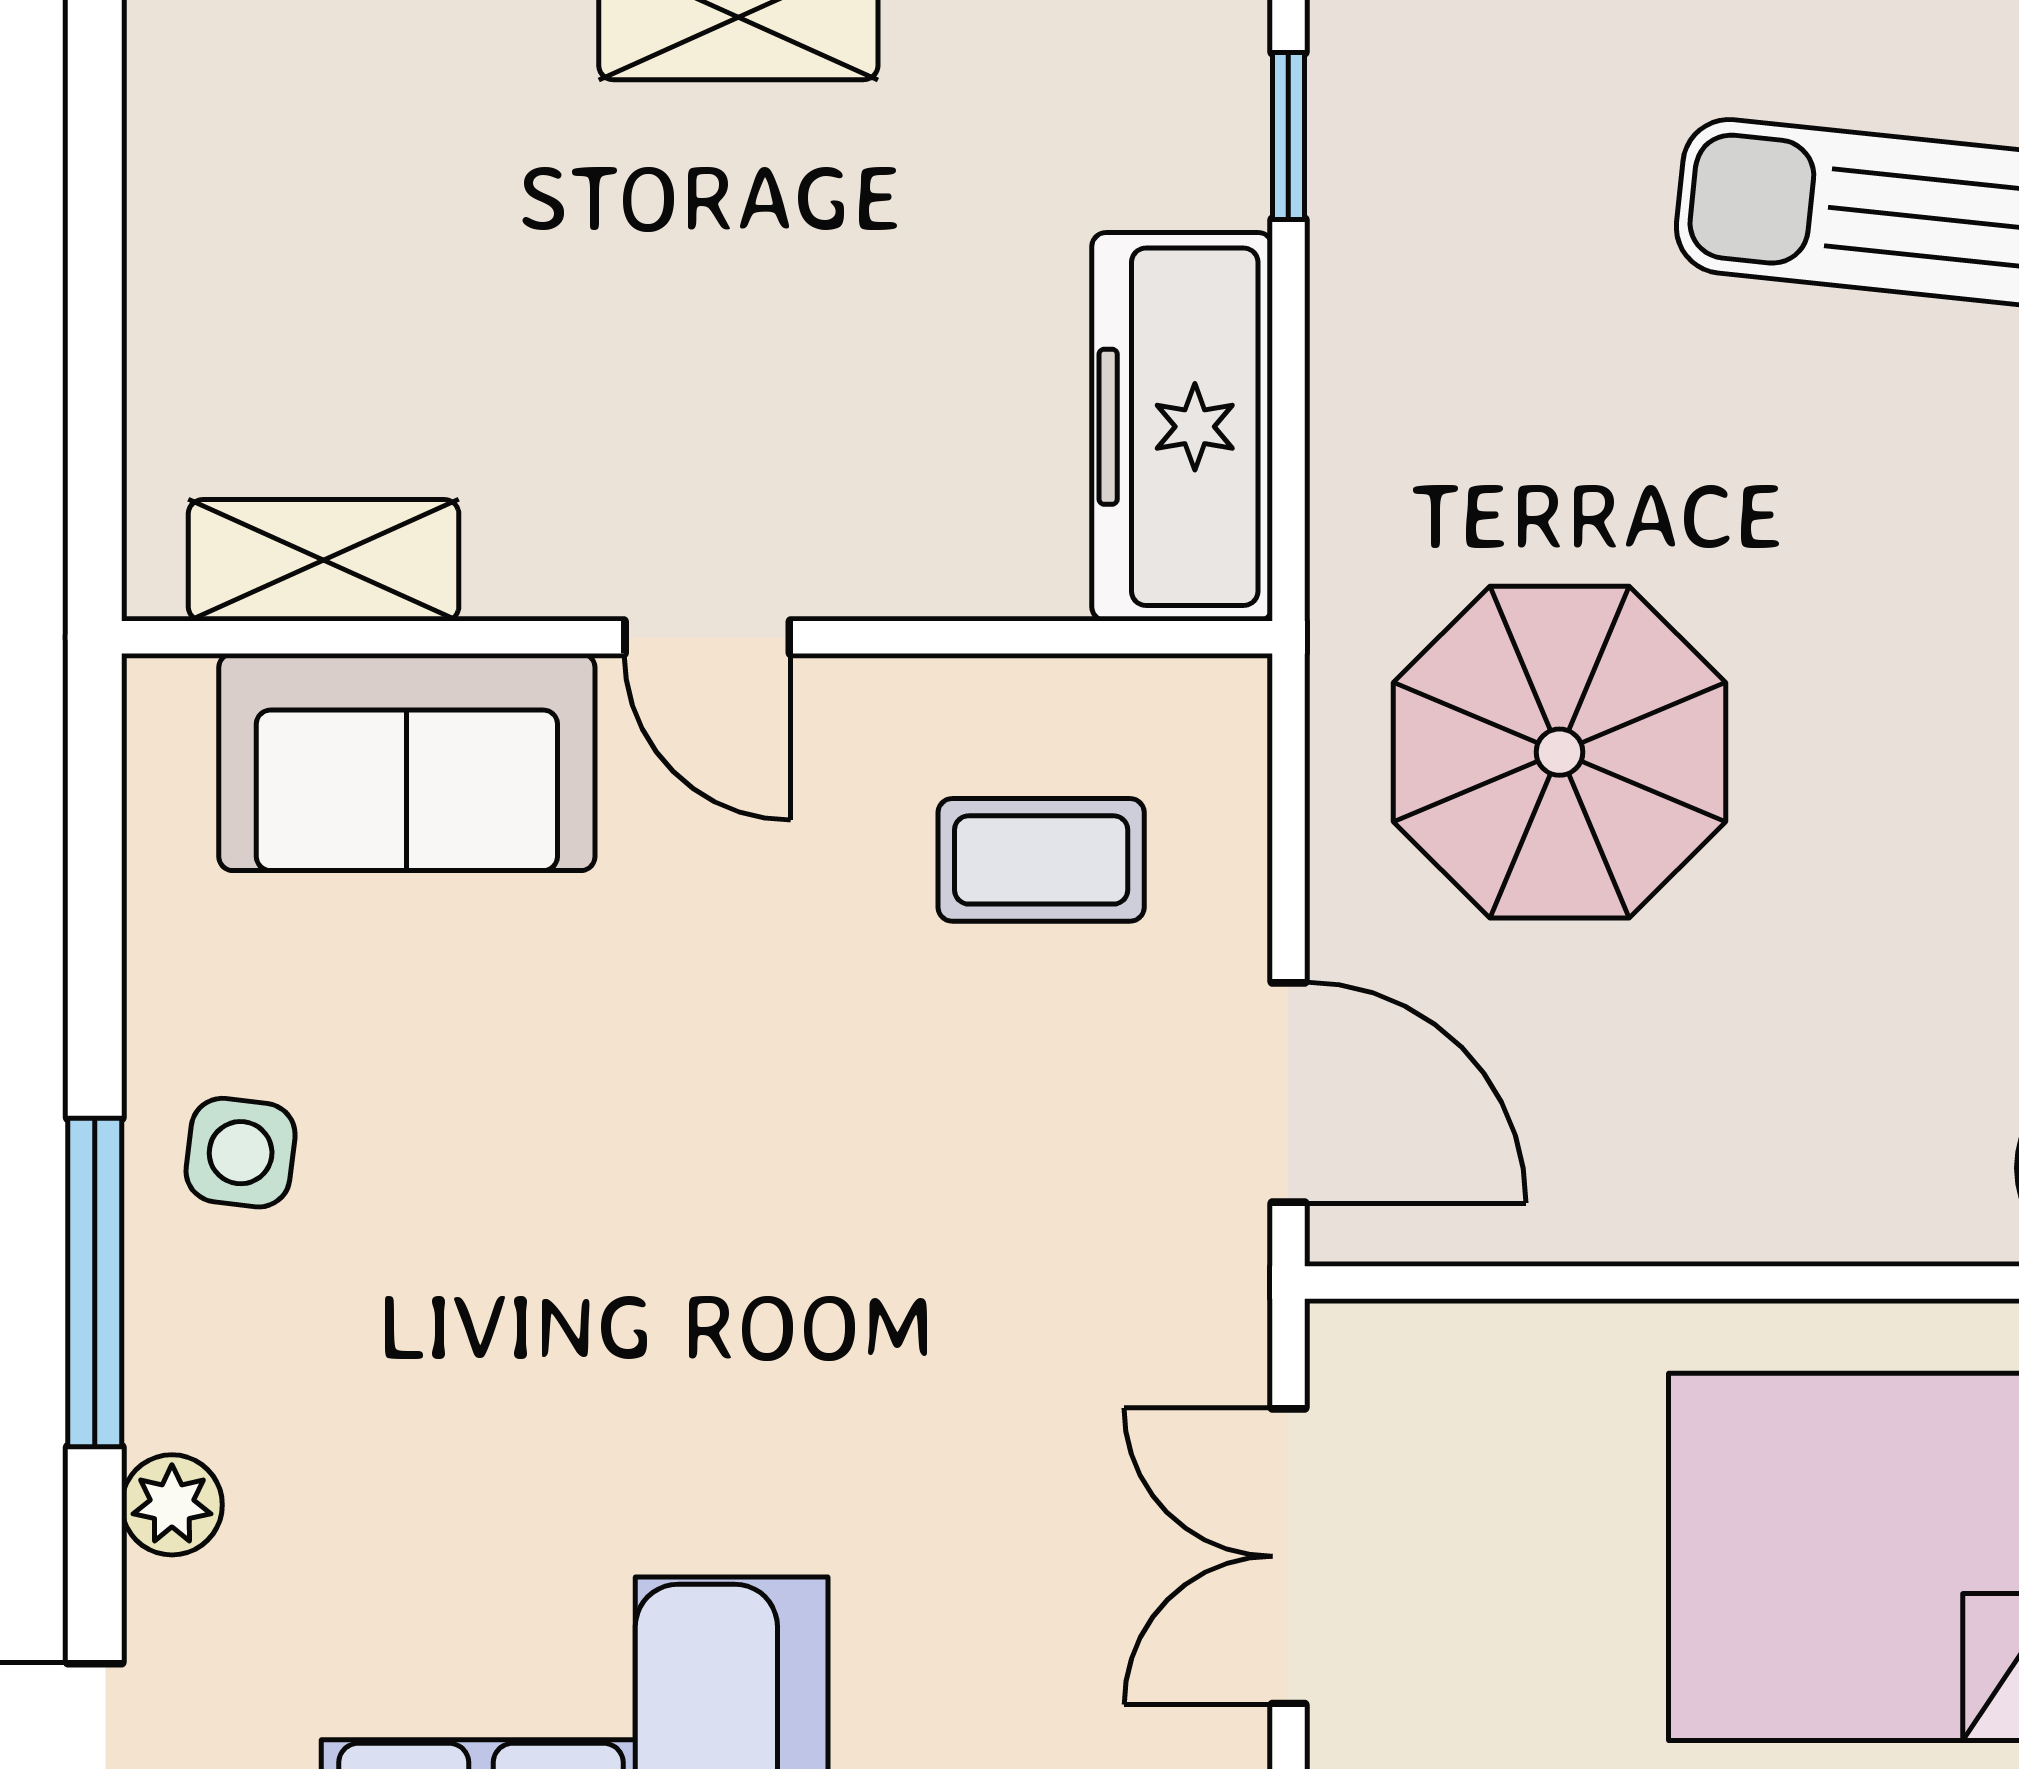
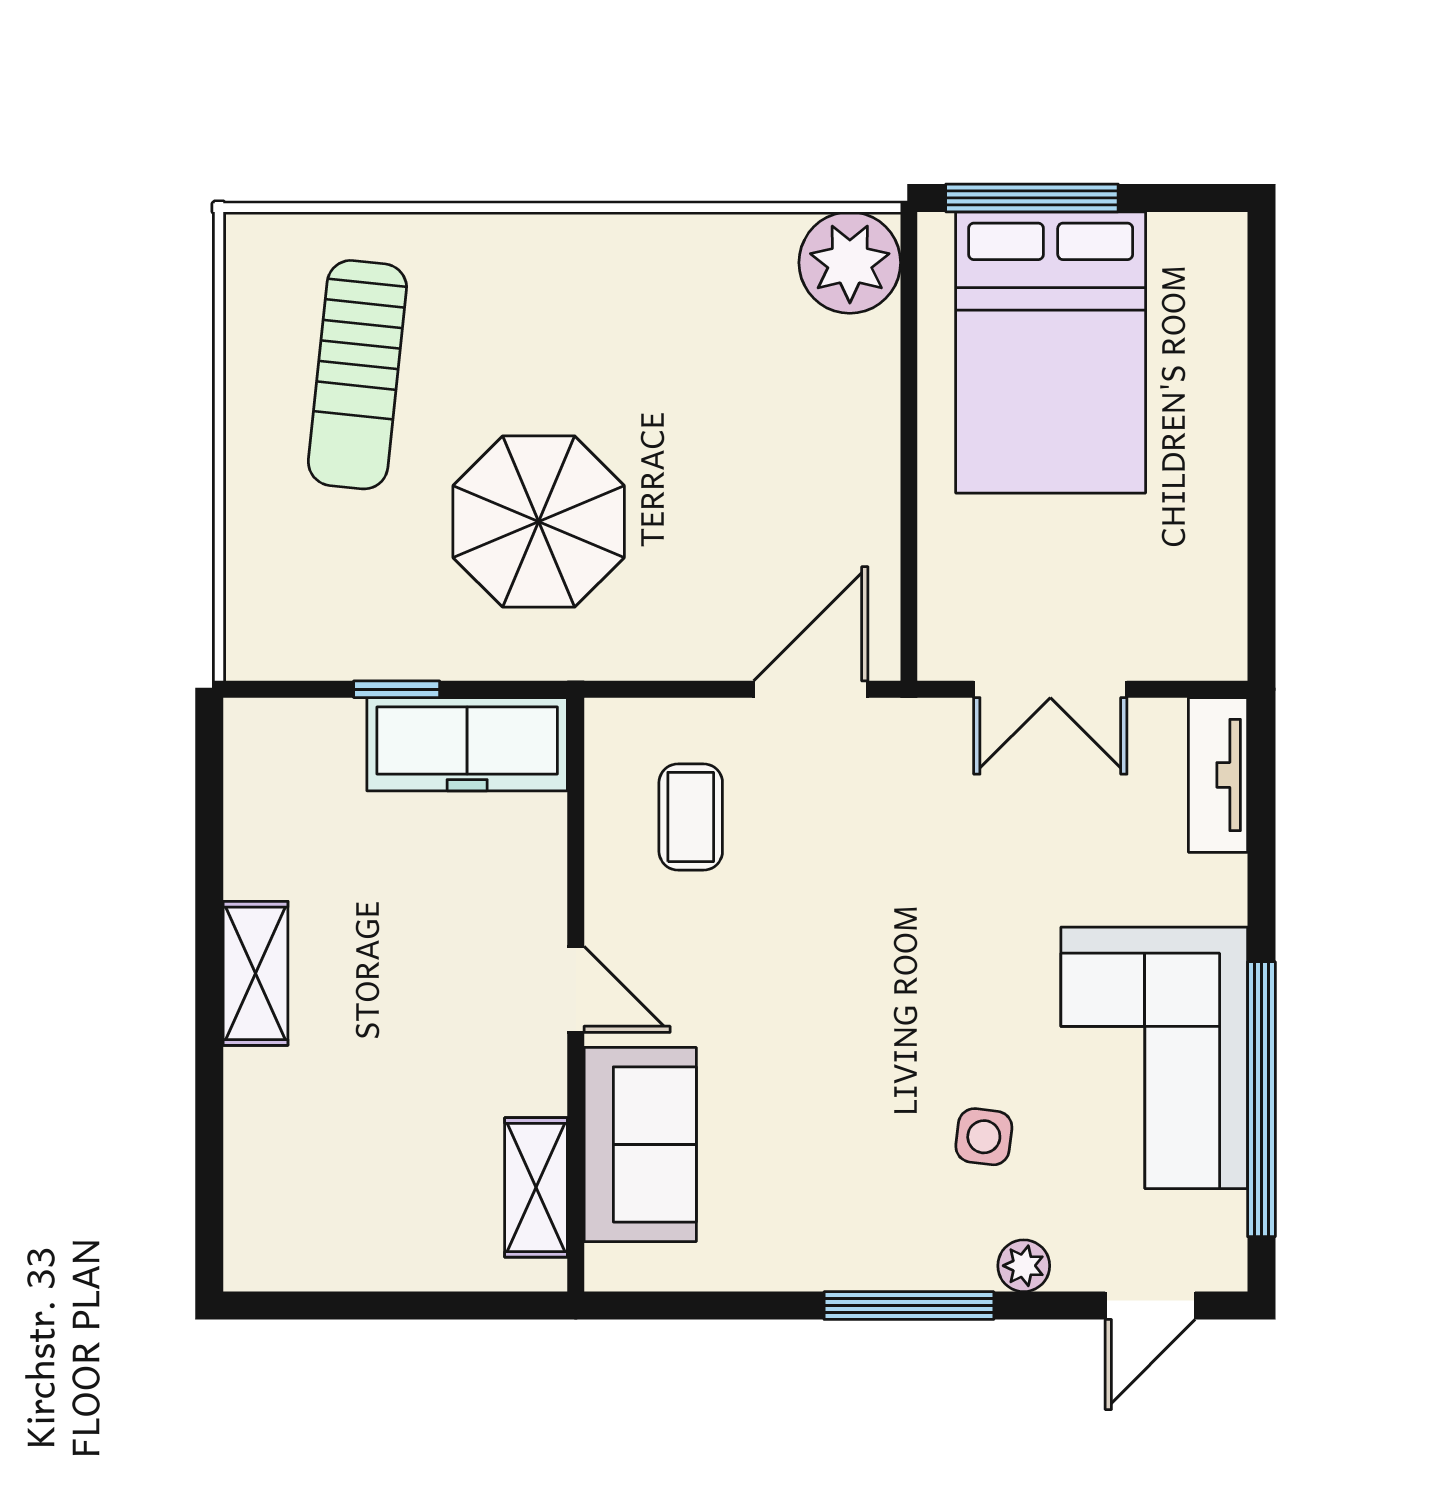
window: (1288, 136) -> (397, 689), moved
door: (707, 637) -> (576, 989), hinge flipped
parasol: (1559, 752) -> (539, 522), moved
side table: (241, 1153) -> (984, 1137), moved

